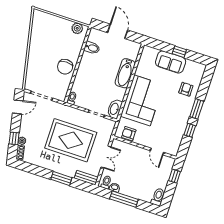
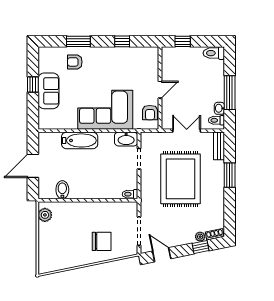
chair: (65, 67) -> (102, 241), moved
window: (197, 109) -> (78, 41), moved
door: (157, 151) -> (160, 90), moved

